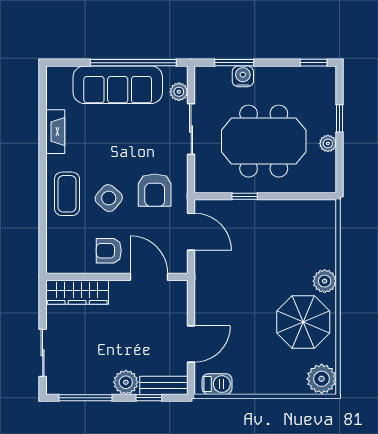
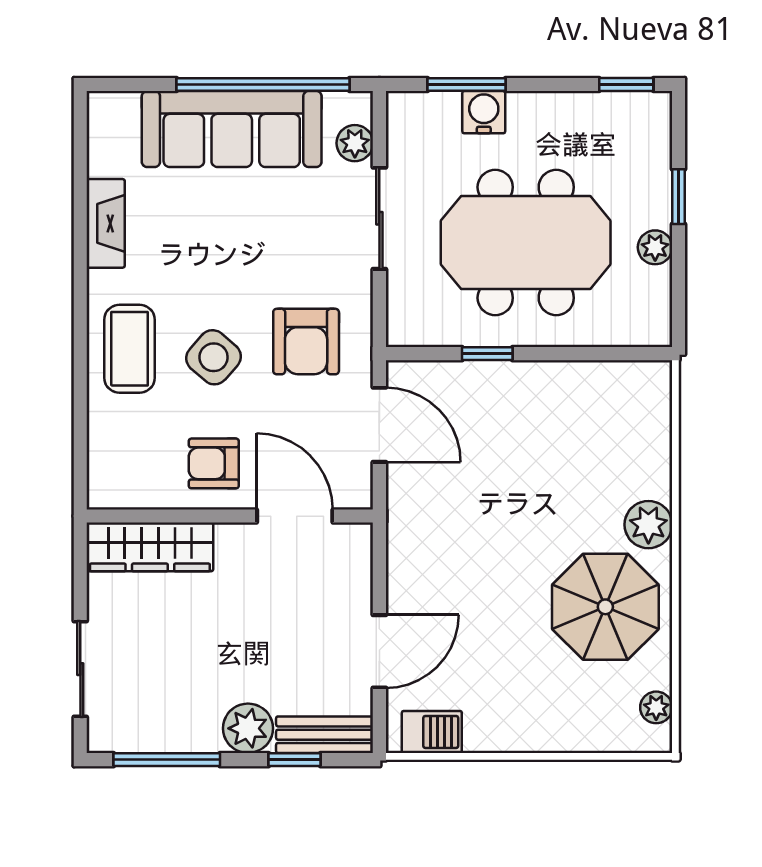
plant: (322, 379) -> (656, 707), width x0.53, depth x0.53

